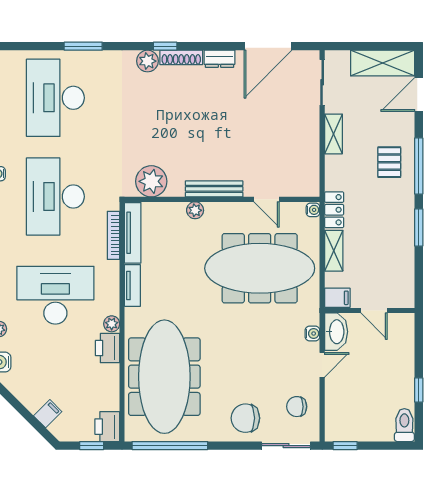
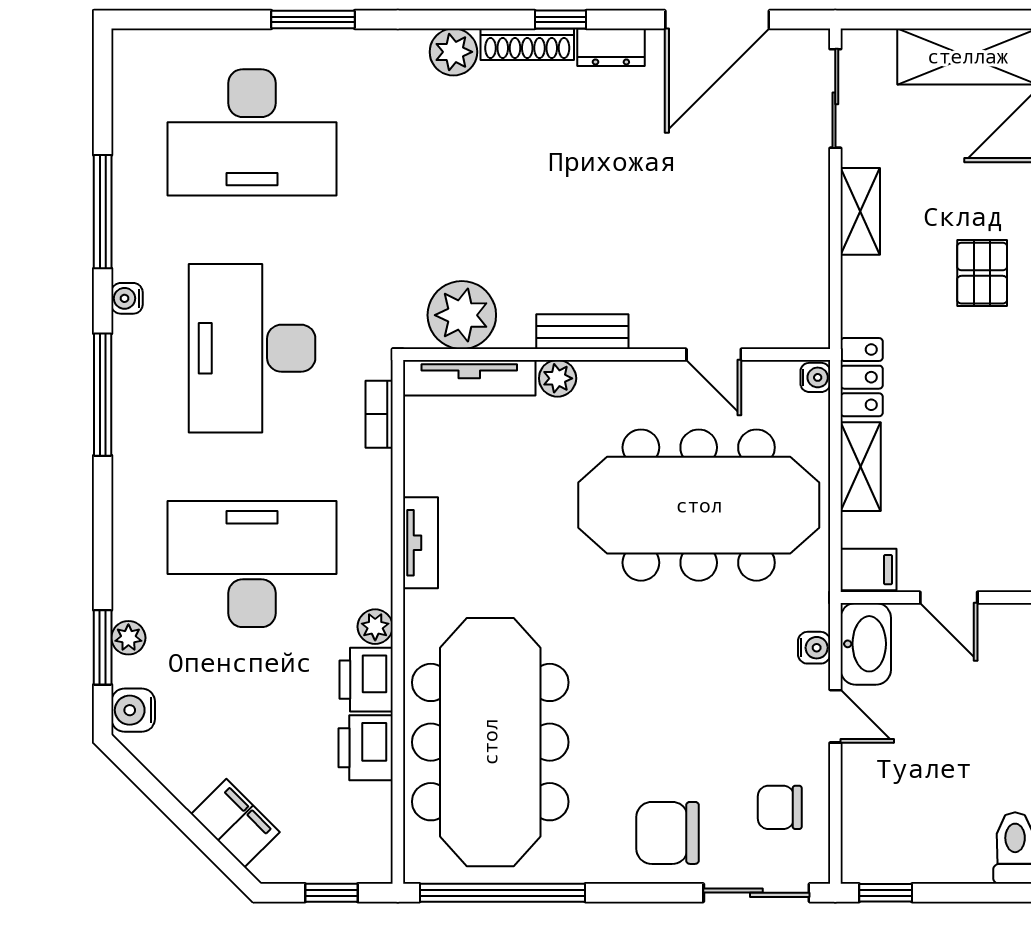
window: (165, 46) -> (560, 19), moved
desk: (55, 98) -> (252, 132), turned -90
bench: (214, 189) -> (582, 332), width x0.73
tv unit: (133, 233) -> (469, 378), moved, turned 90
bookcase: (113, 235) -> (379, 414), width x0.64
door: (322, 365) -> (835, 716), hinge flipped
filing cabinet: (48, 414) -> (235, 823), width x2.00
printer: (107, 427) -> (366, 748), moved

